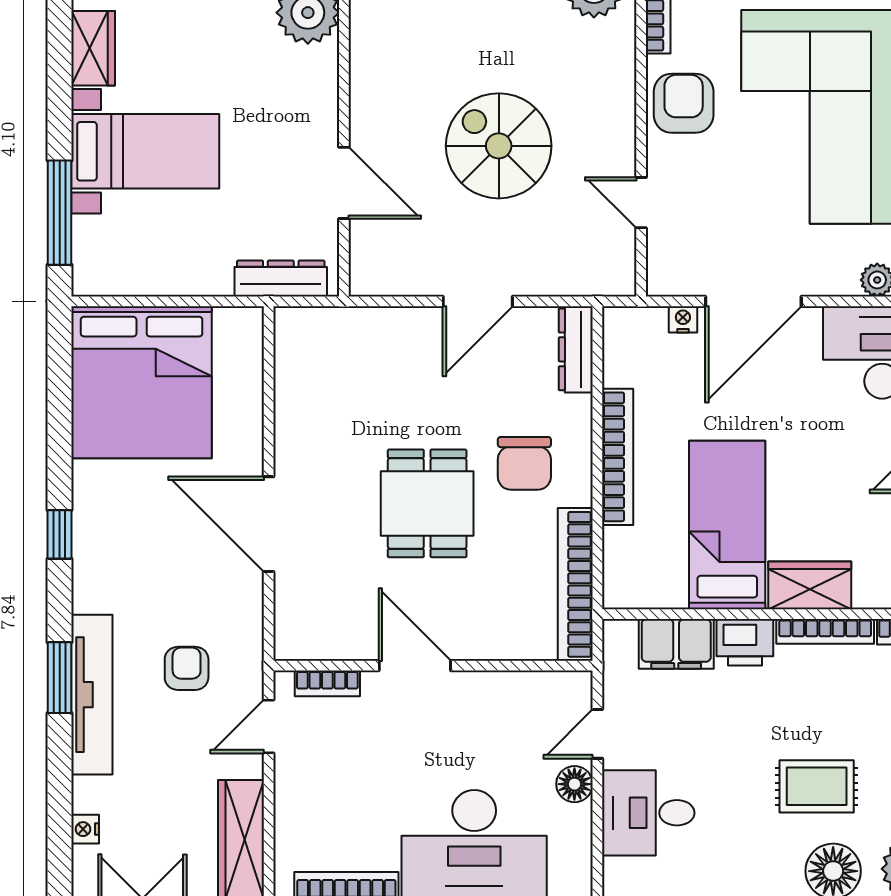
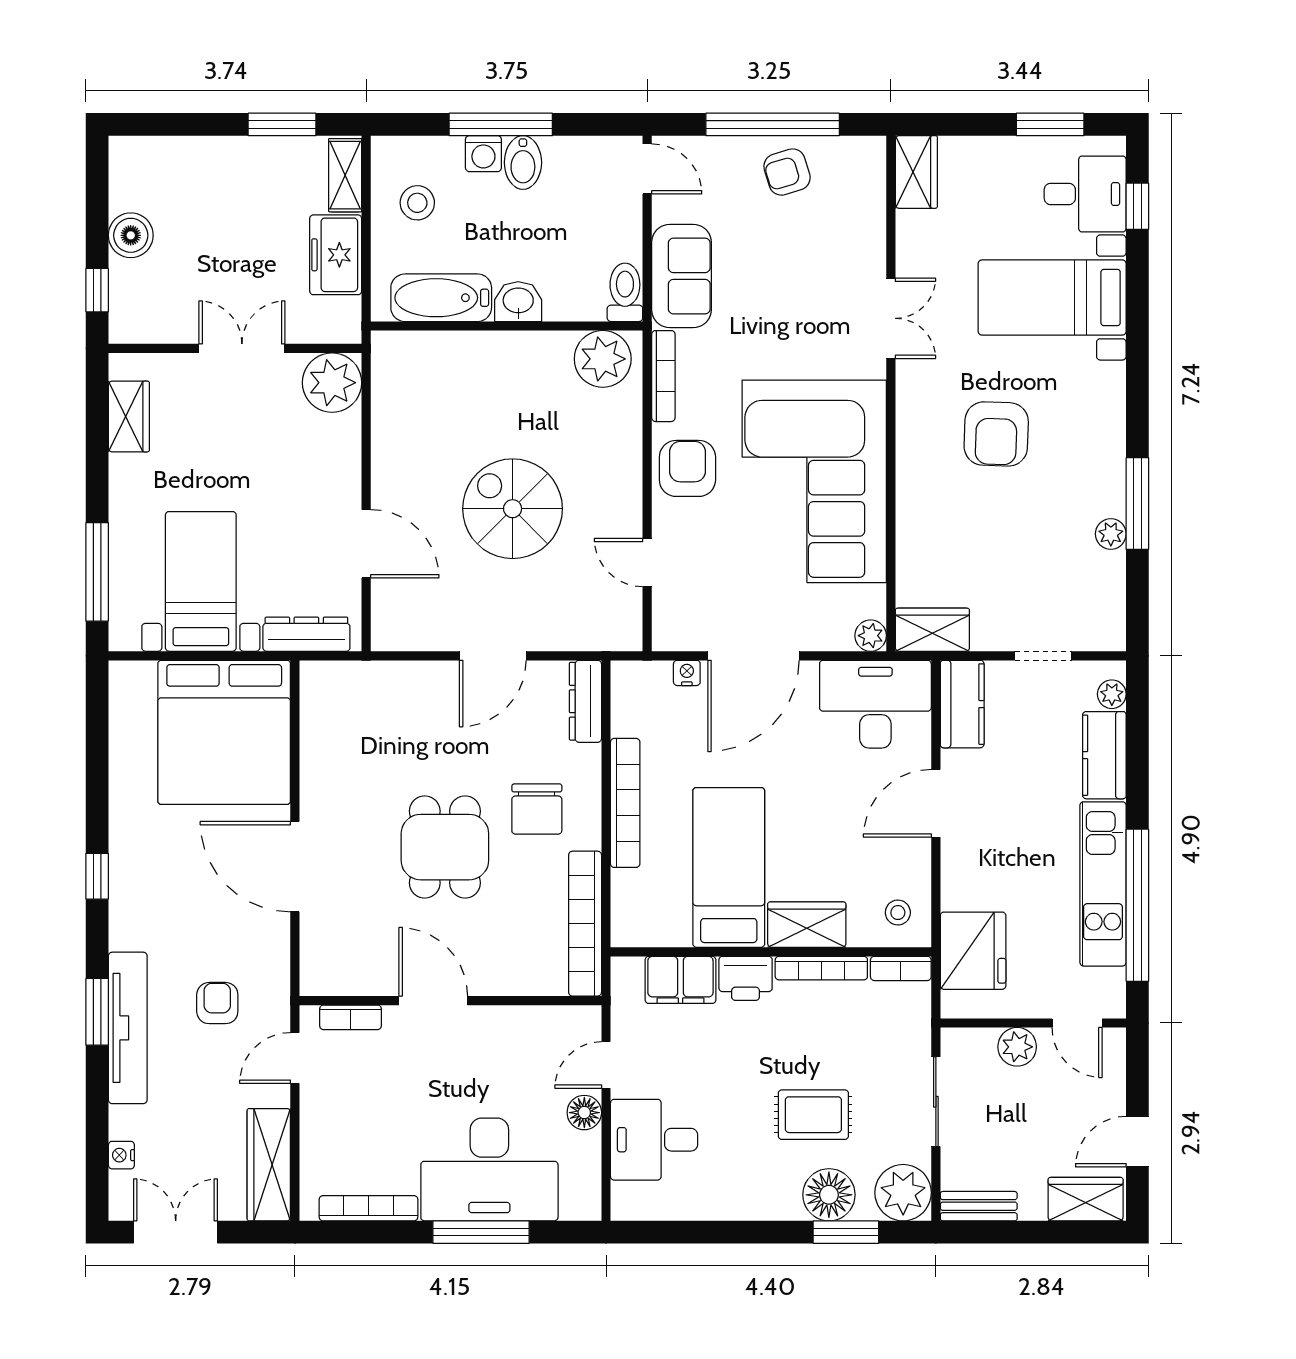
bed with nightstands: (145, 151) -> (201, 581), moved, turned -90
bed: (142, 382) -> (224, 732), moved

